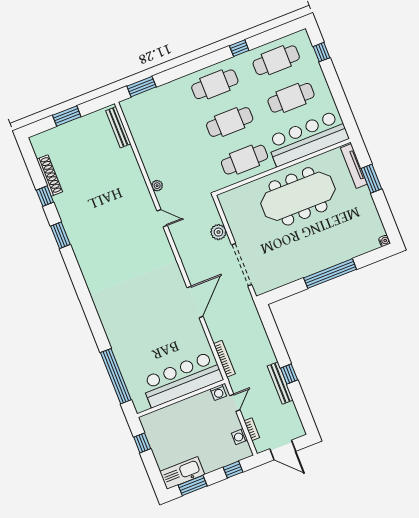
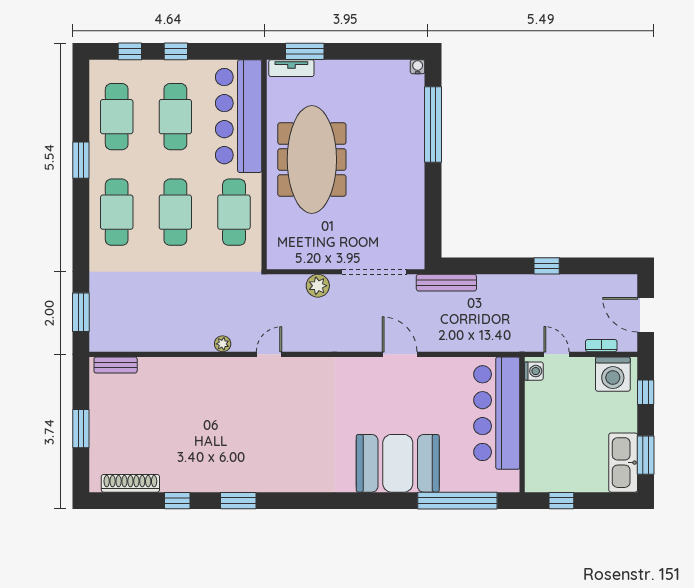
window: (239, 48) -> (81, 160), width x1.50
window: (333, 82) -> (176, 51), added
bench: (118, 127) -> (116, 365), width x0.73
tv unit: (354, 166) -> (291, 68), width x0.71
shoe rack: (50, 175) -> (130, 483), moved
window: (371, 179) -> (305, 51), moved
window: (330, 274) -> (433, 125), moved
door: (195, 302) -> (400, 354), width x0.73
booth: (125, 328) -> (398, 463), added
bookcase: (224, 359) -> (492, 345), removed
bench: (280, 383) -> (446, 283), moved
washing machine: (240, 437) -> (613, 374), width x1.89, depth x1.89
door: (283, 450) -> (646, 315), swing flipped

